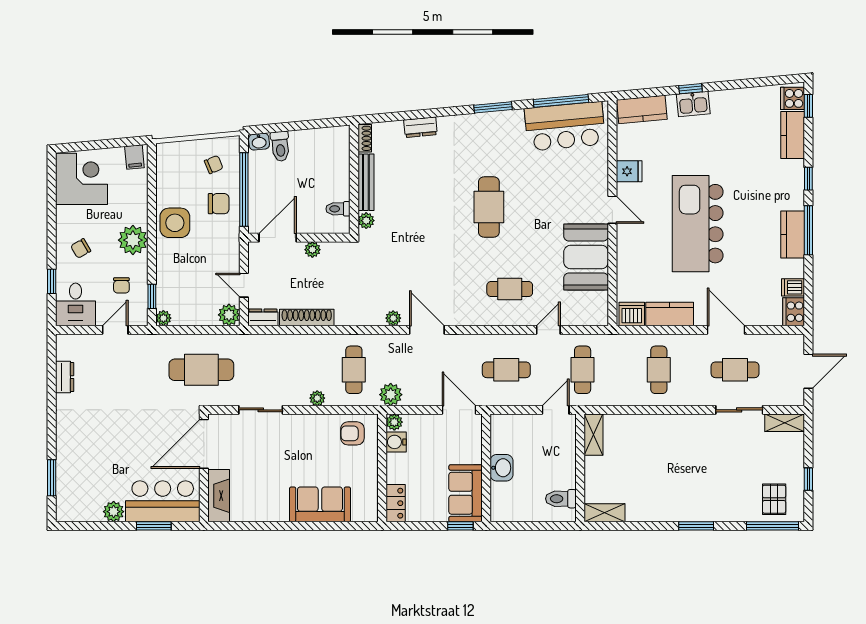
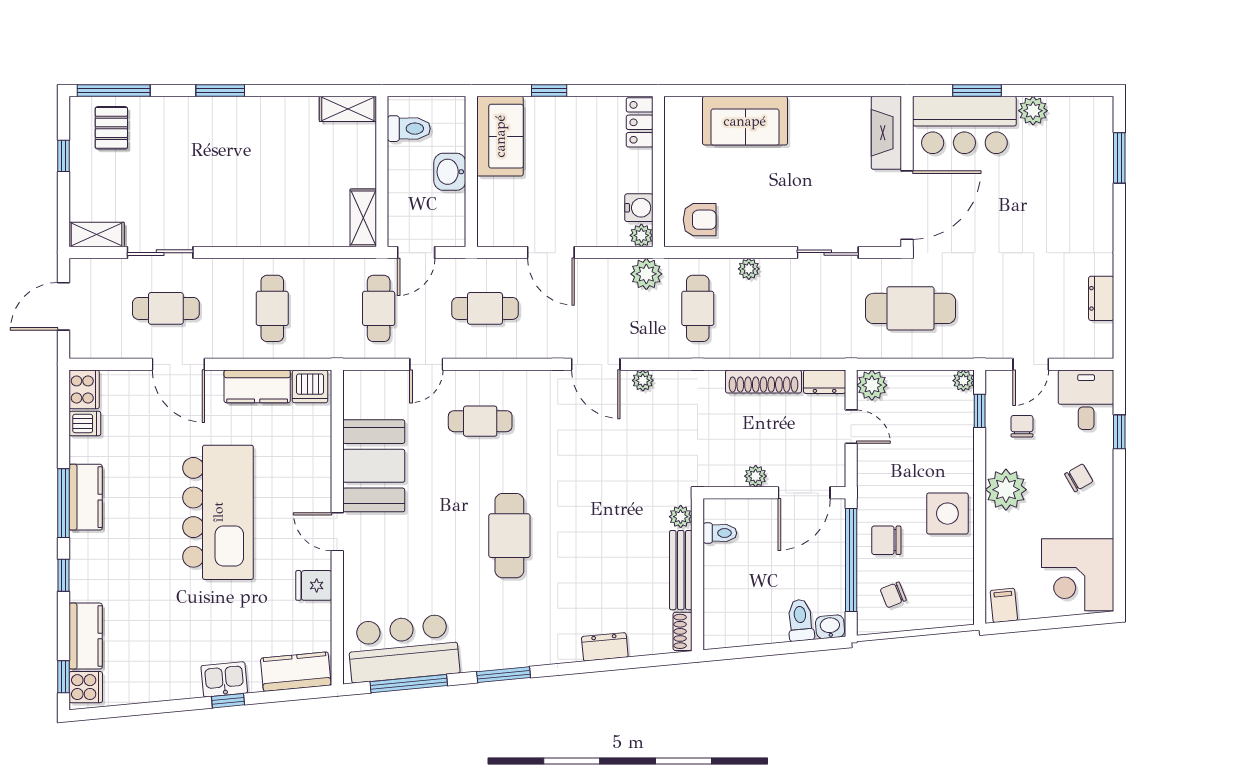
wall: (486, 468) -> (471, 172), moved
washbasin: (501, 468) -> (450, 172), moved
sofa: (466, 493) -> (500, 136), moved

